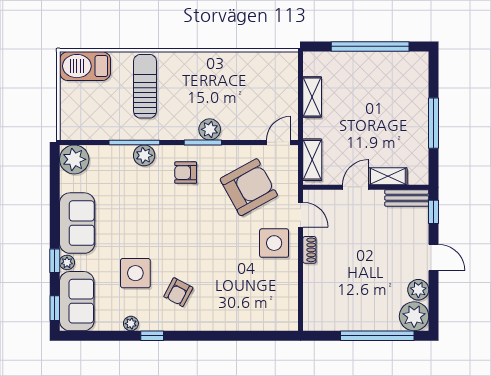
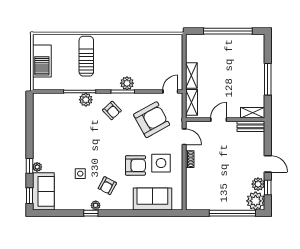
barbecue: (85, 66) -> (42, 61), moved, turned -90
shelving: (312, 97) -> (191, 76), moved
plant: (74, 159) -> (42, 102), removed
armchair: (186, 173) -> (112, 110), turned -133
shelving: (388, 176) -> (253, 113), moved
window: (434, 212) -> (268, 187), moved
sofa: (77, 223) -> (152, 199), moved, turned -90
side table: (274, 243) -> (161, 163), moved
armchair: (223, 260) -> (135, 165), added
side table: (135, 273) -> (80, 174), width x0.54, depth x0.54
plant: (131, 324) -> (96, 205), moved

